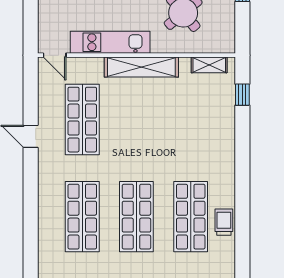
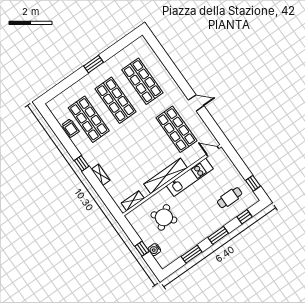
window: (242, 95) -> (82, 163), moved
shelving: (228, 130) -> (101, 175), added

